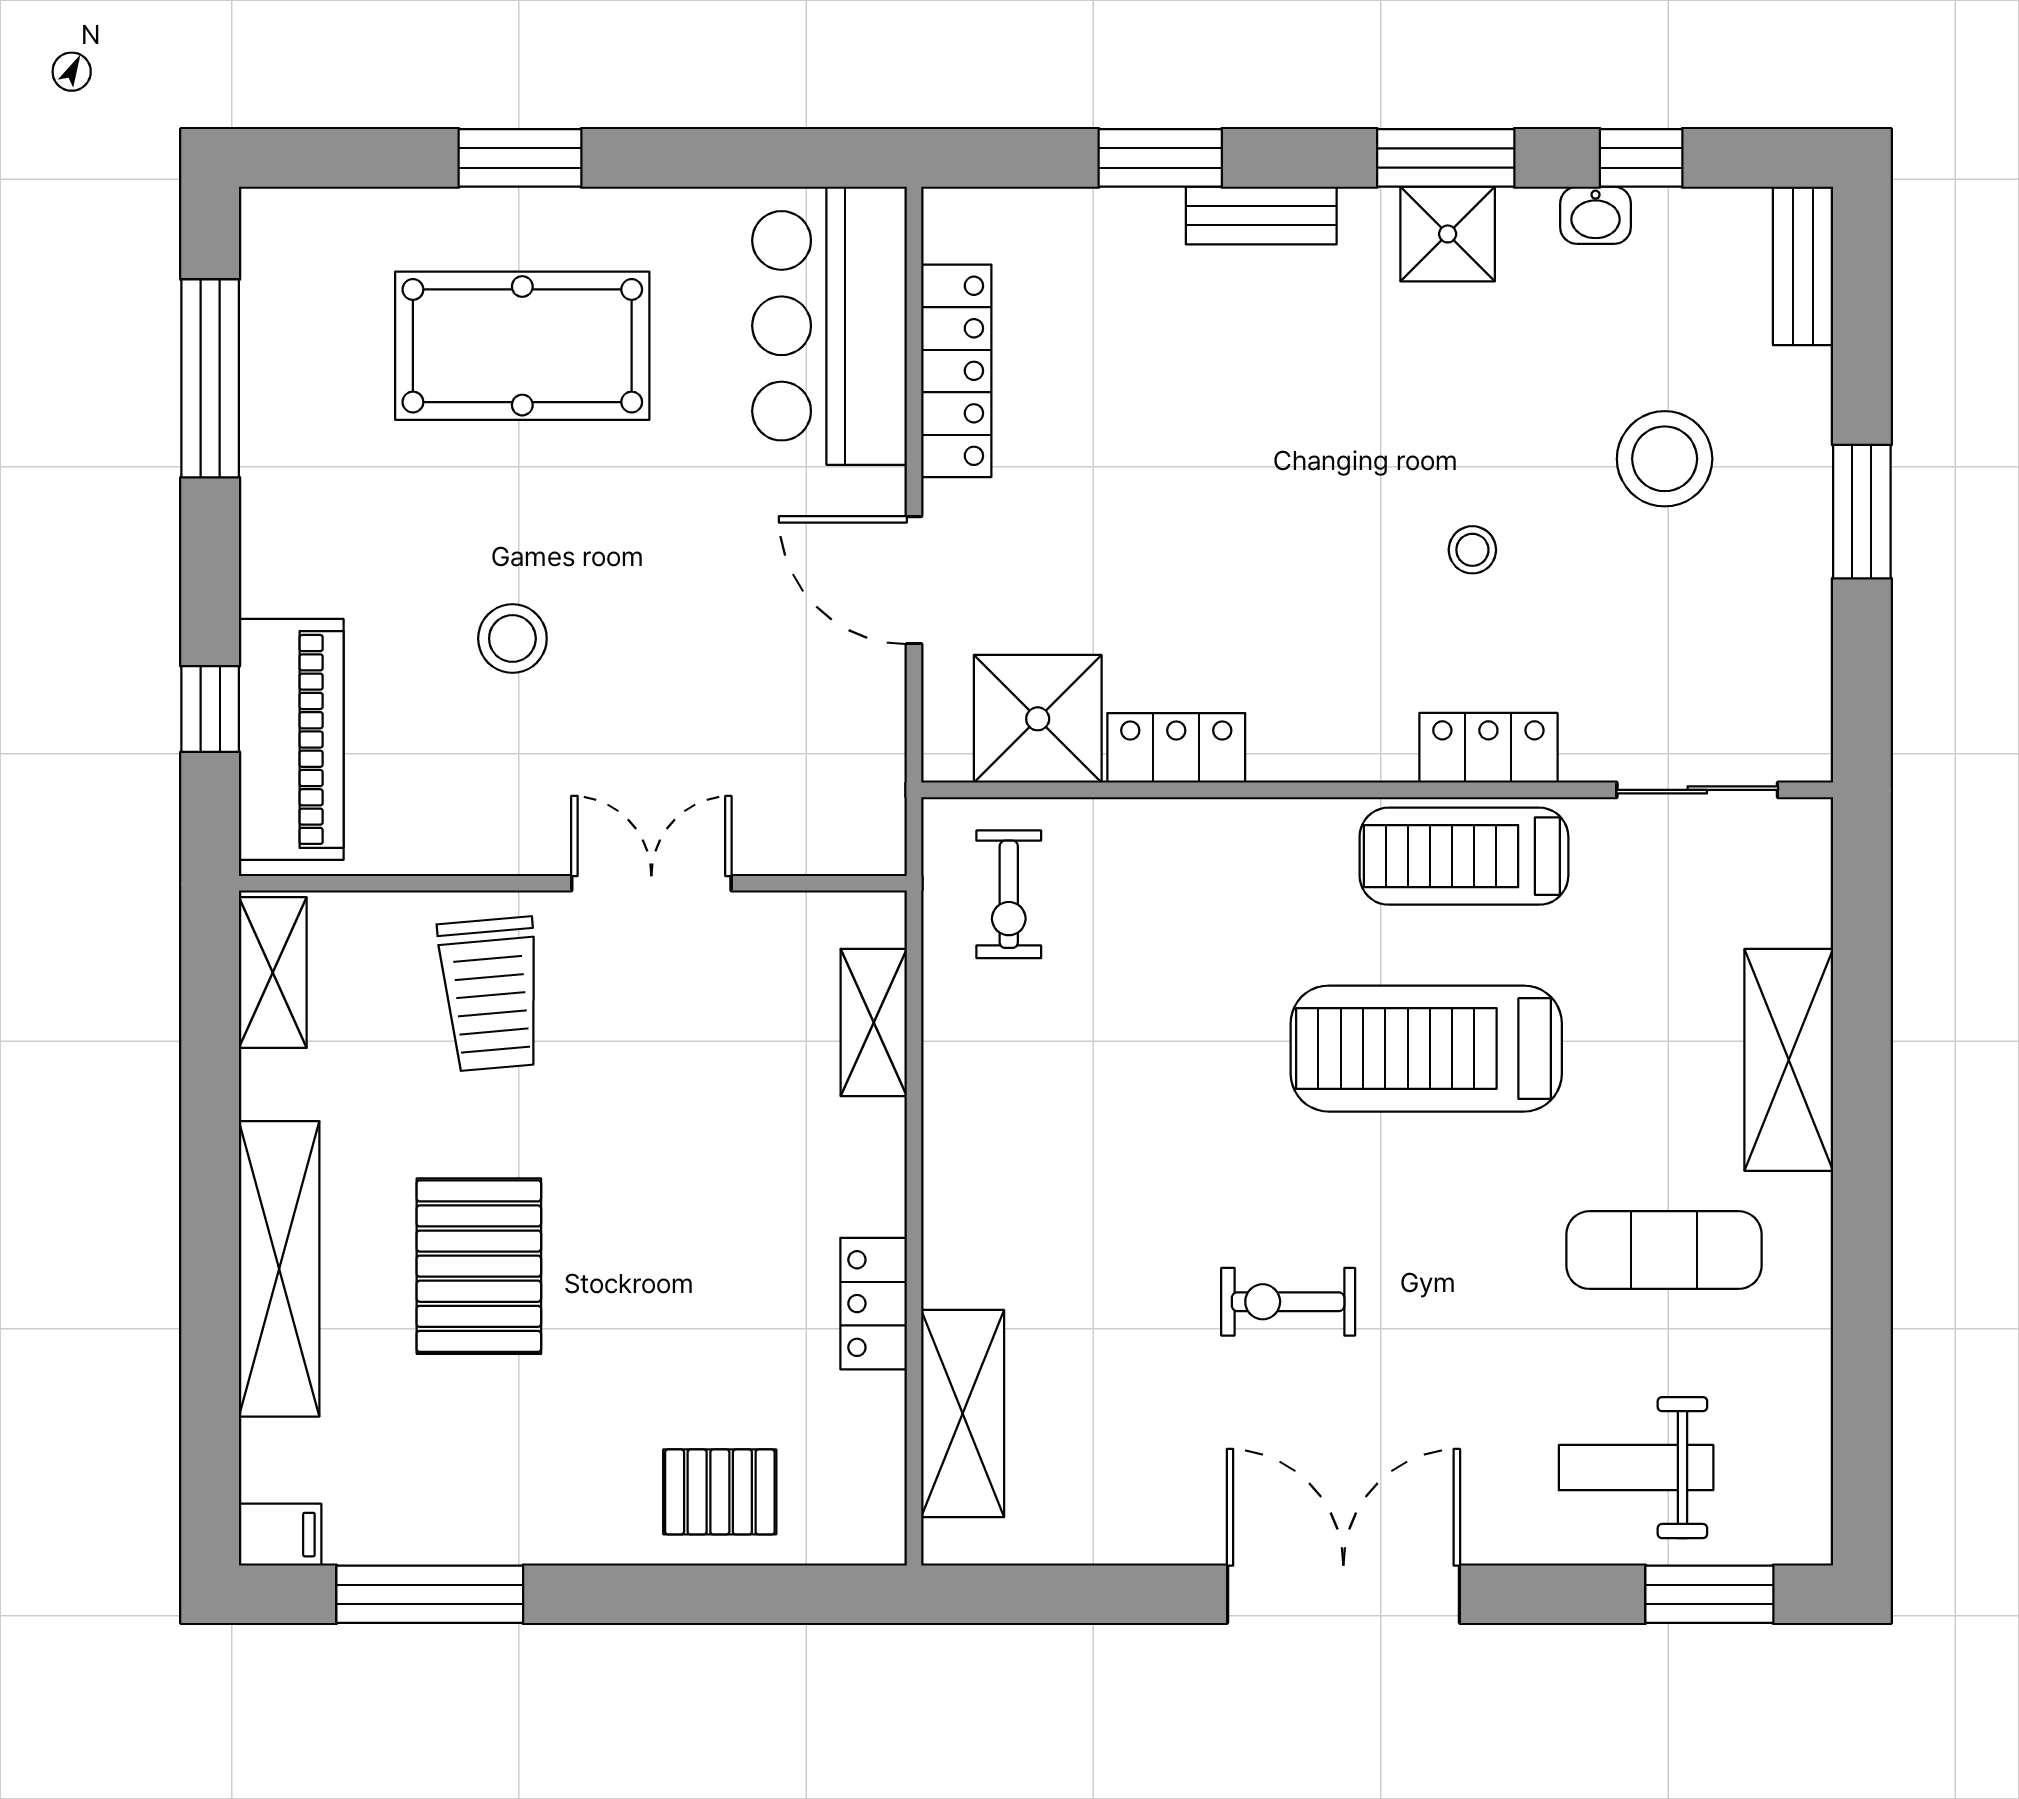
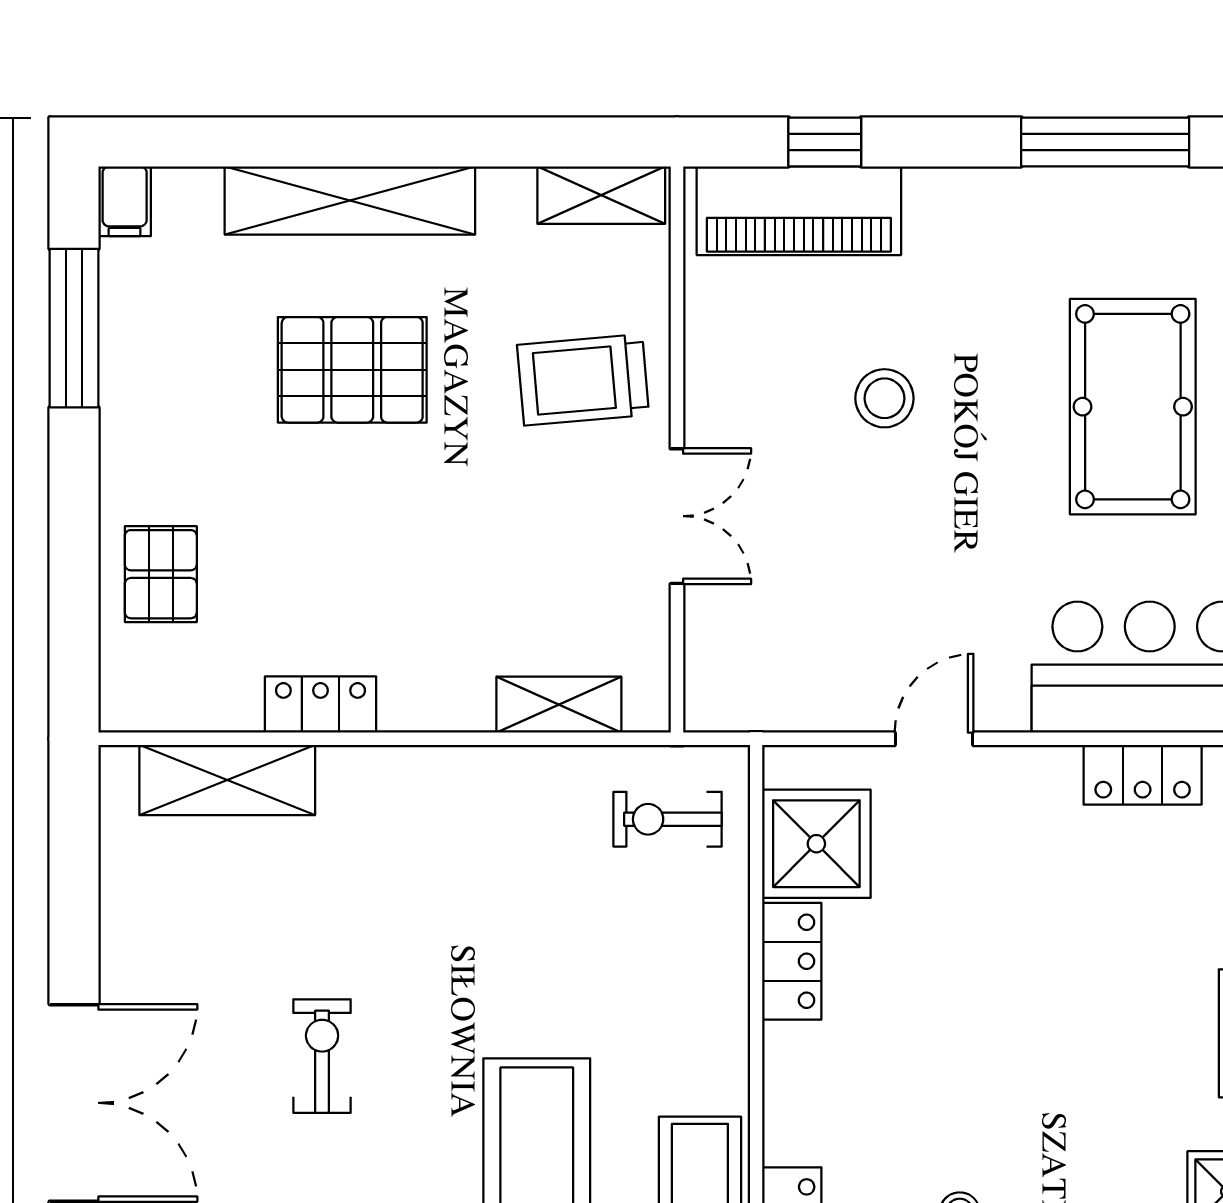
locker: (956, 371) -> (1143, 775), width x0.66
door: (914, 580) -> (934, 739), width x0.73

